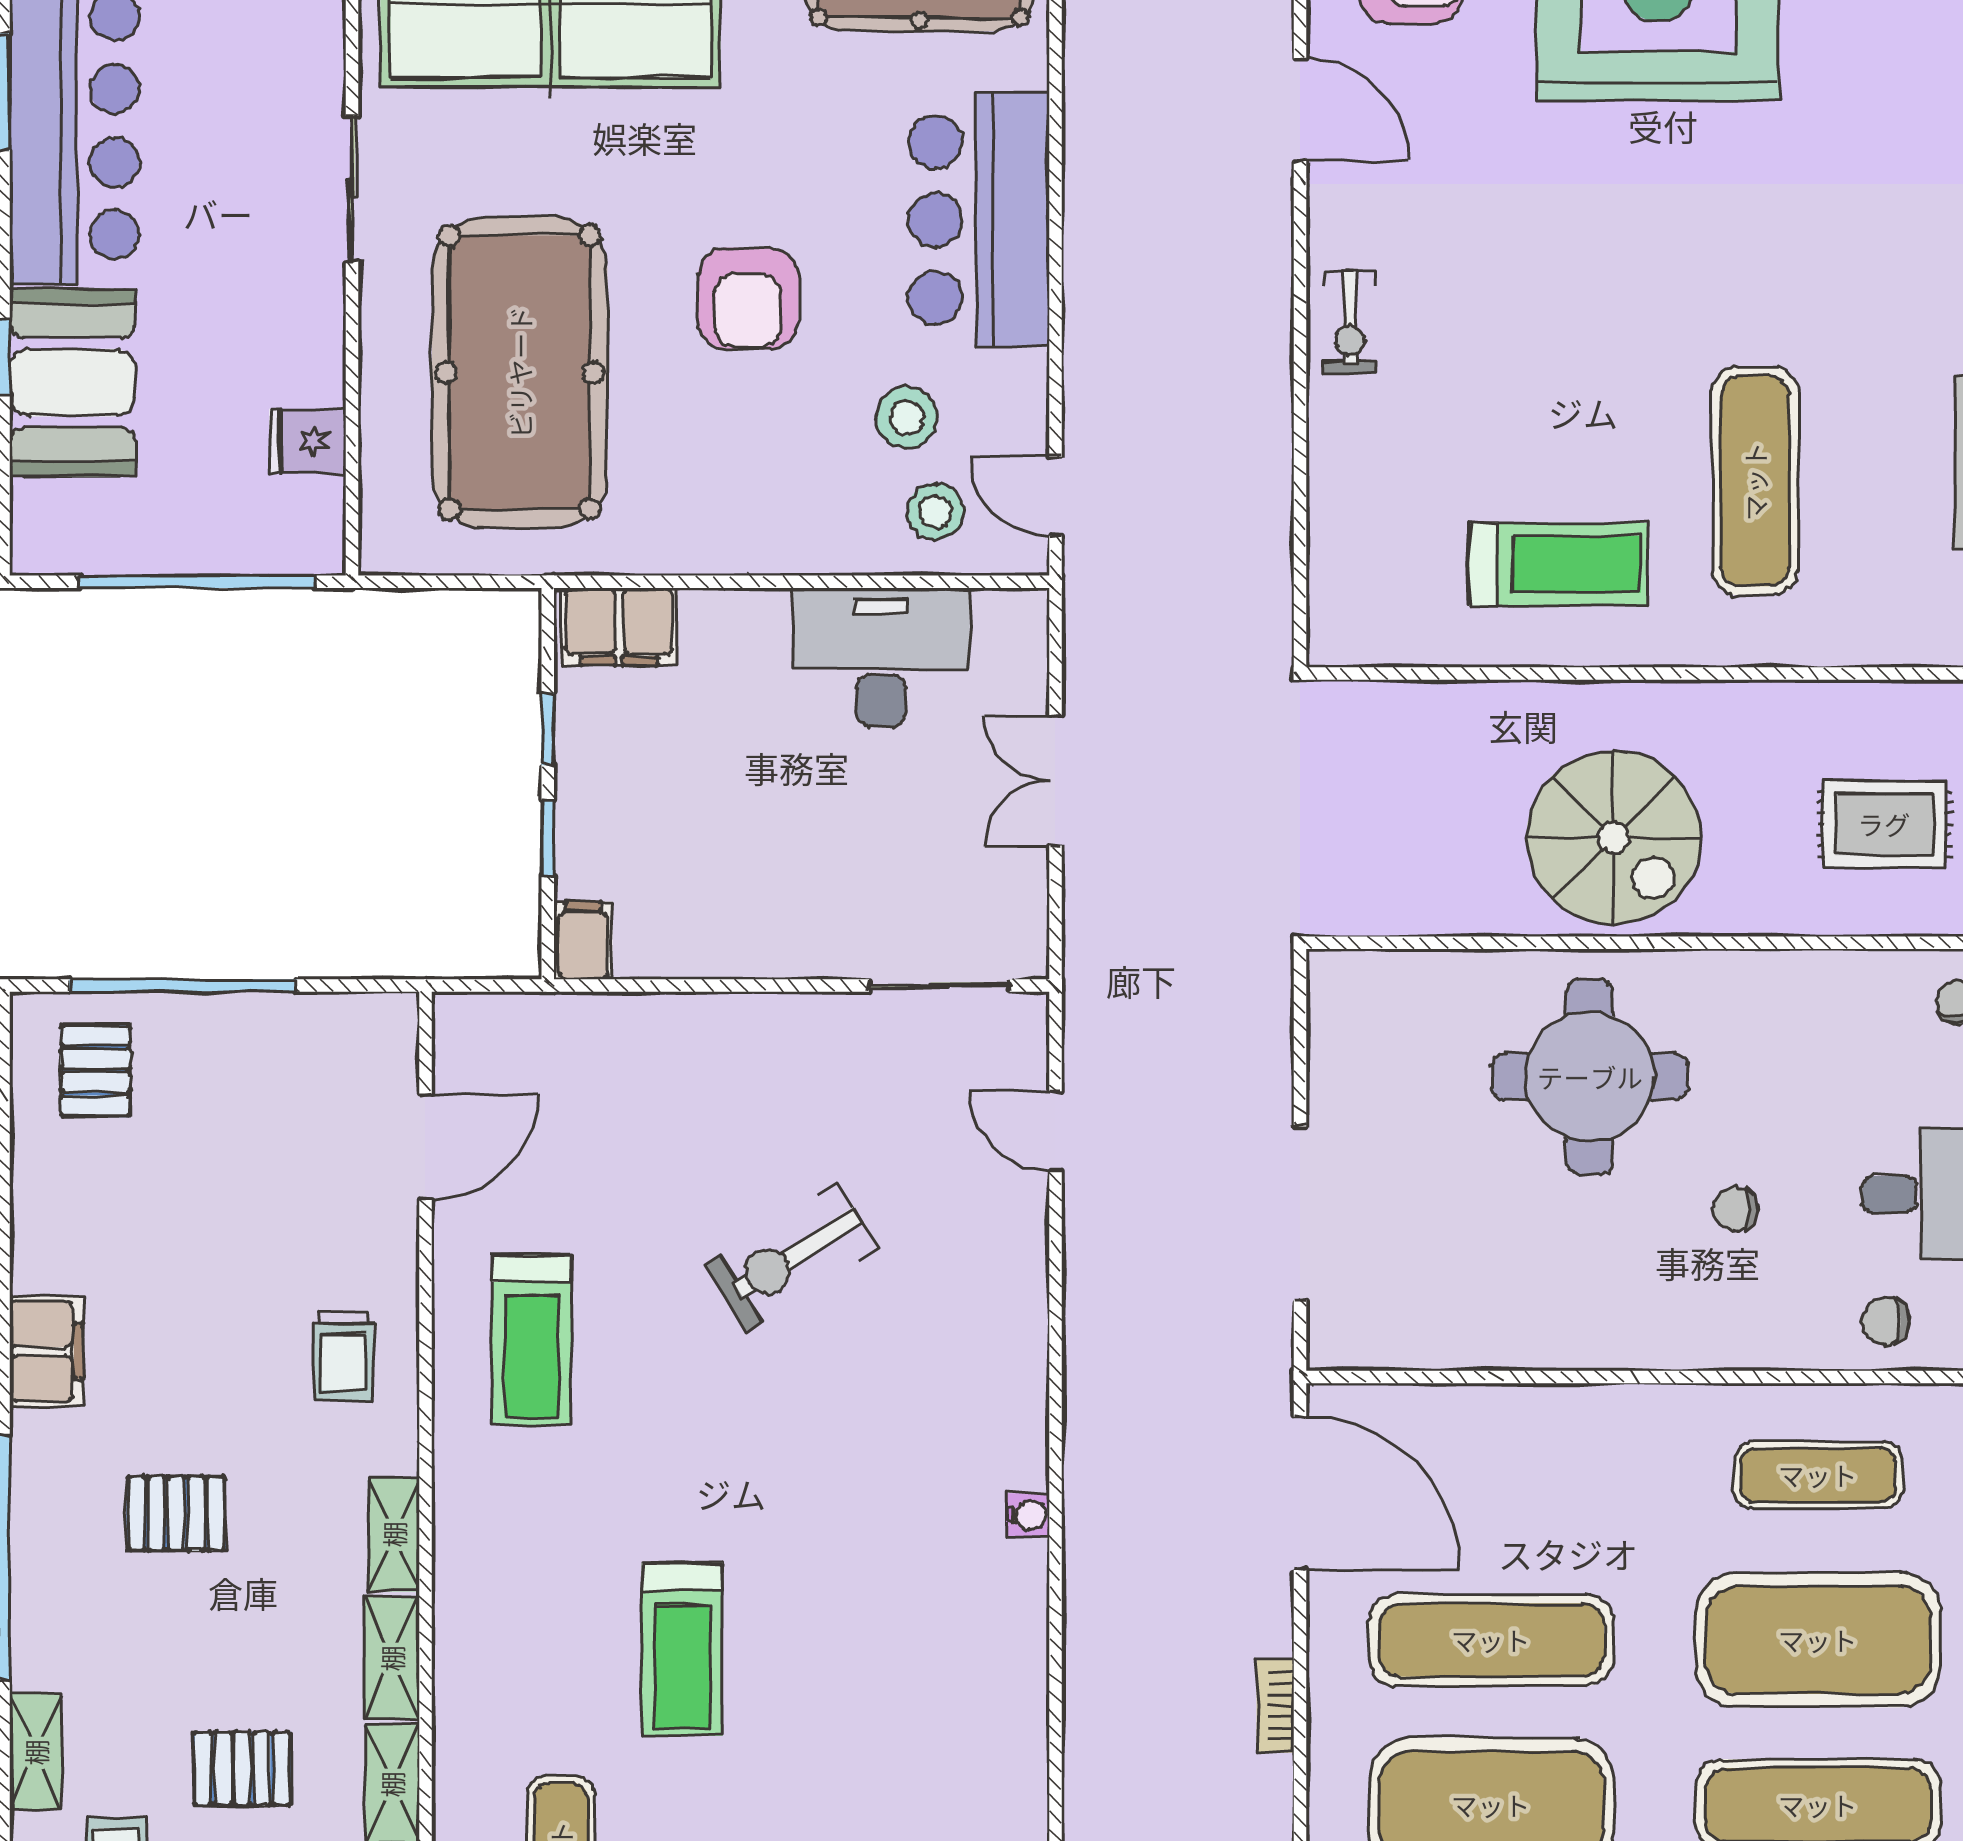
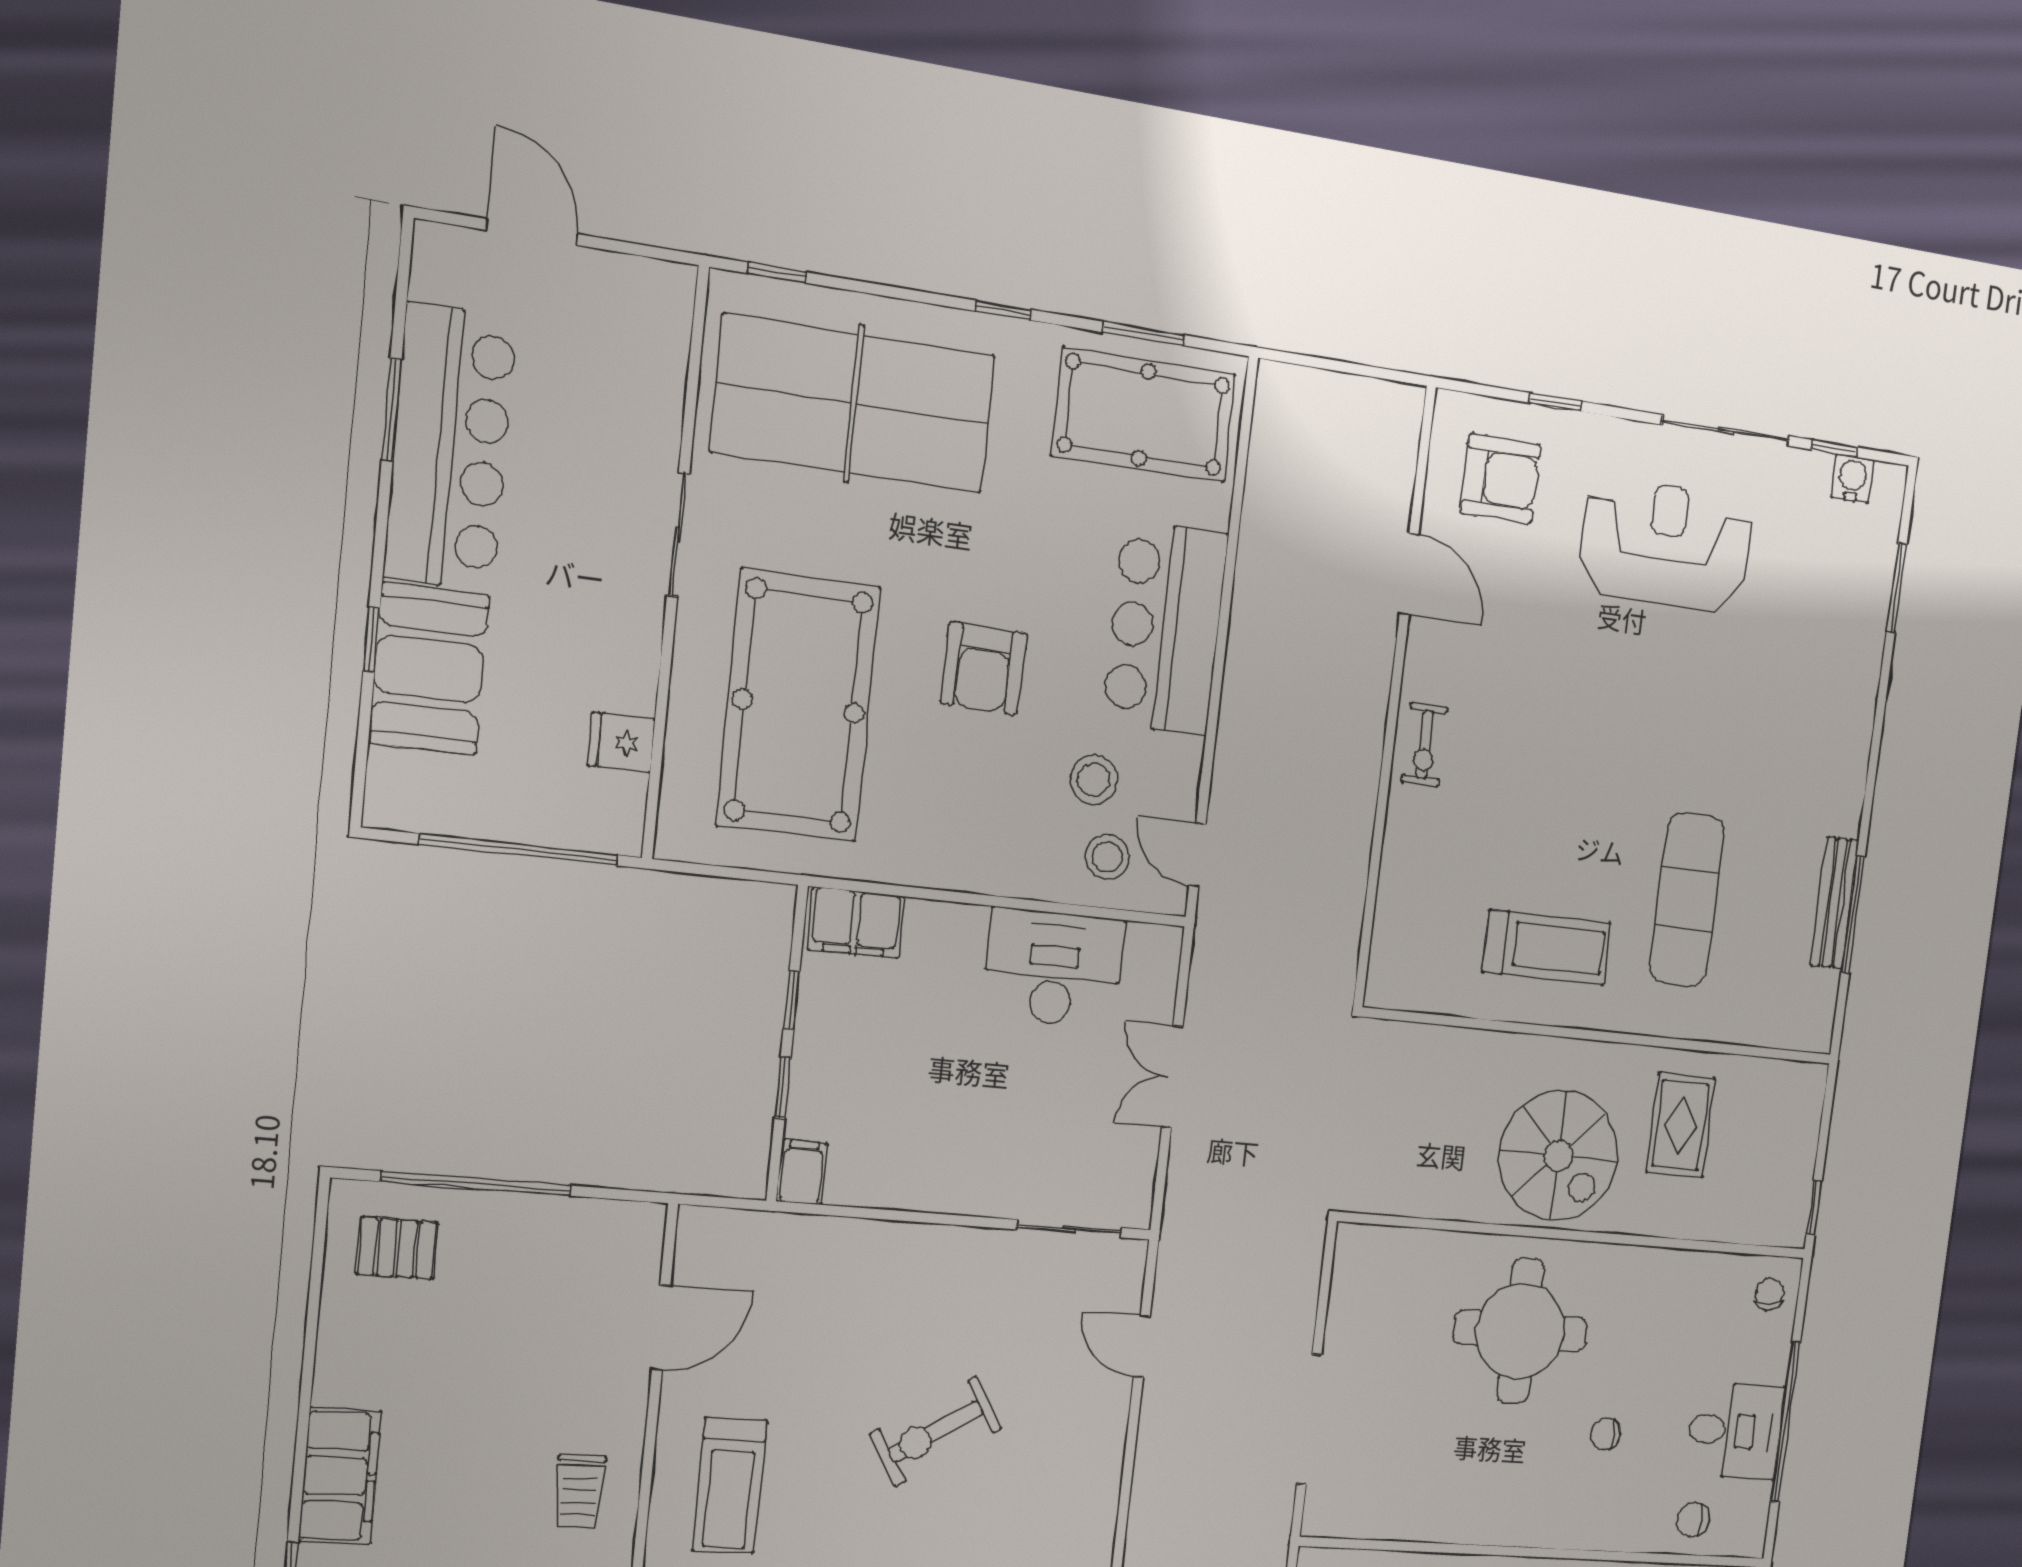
rug: (1884, 824) -> (1681, 1125), moved, turned 90
pallet: (96, 1071) -> (397, 1248), turned 90
filing cabinet: (46, 1351) -> (340, 1476), width x1.50, depth x1.17

